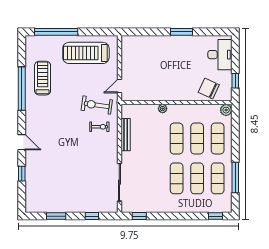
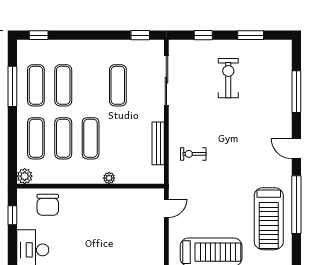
treadmill: (43, 78) -> (269, 219), width x1.37, depth x1.38
chair: (209, 89) -> (48, 205), turned 65
exercise bike: (97, 105) -> (228, 78), moved, turned -98
door: (22, 142) -> (296, 149), moved
window: (22, 174) -> (296, 92), width x2.17
exercise mat: (177, 178) -> (118, 85), moved

